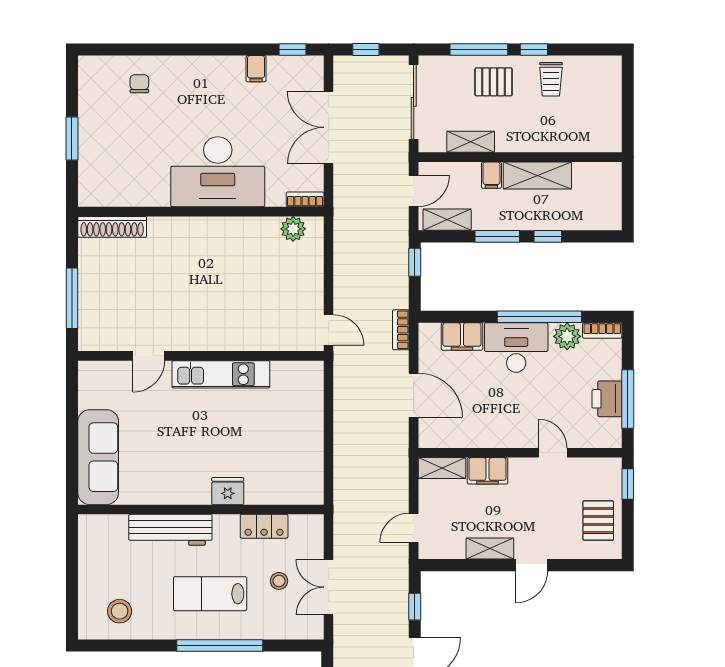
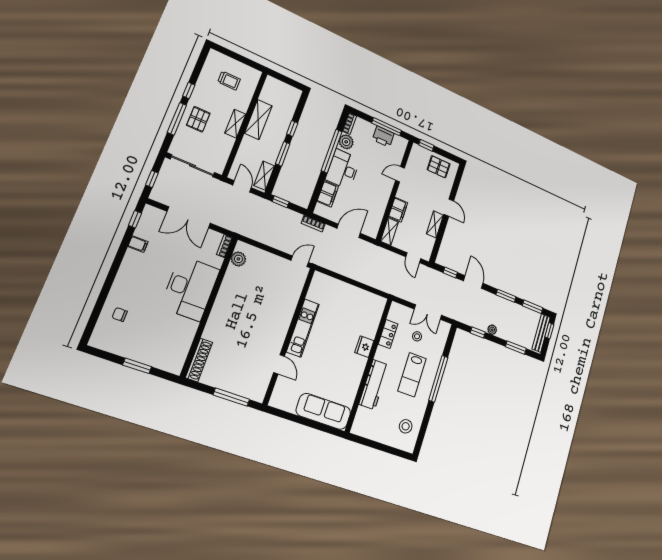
trolley: (551, 79) -> (229, 81), moved
shelving: (471, 142) -> (235, 124), moved
filing cabinet: (491, 175) -> (249, 143), removed

